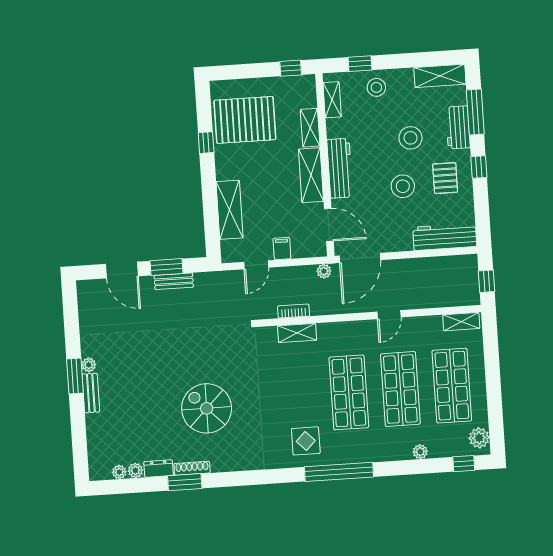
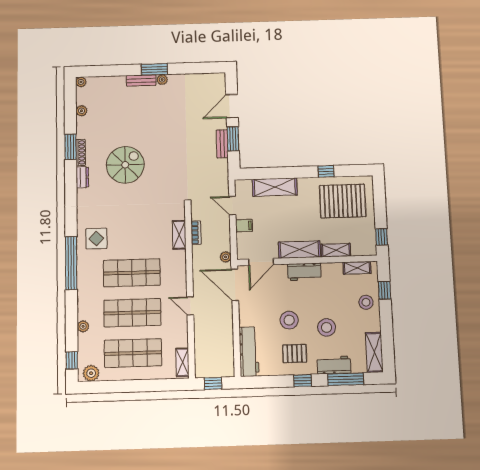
pallet: (245, 120) -> (343, 201), turned 90
workbench: (340, 168) -> (304, 272), width x0.73
dresser: (159, 469) -> (82, 177), moved
plant: (119, 472) -> (81, 82), moved

